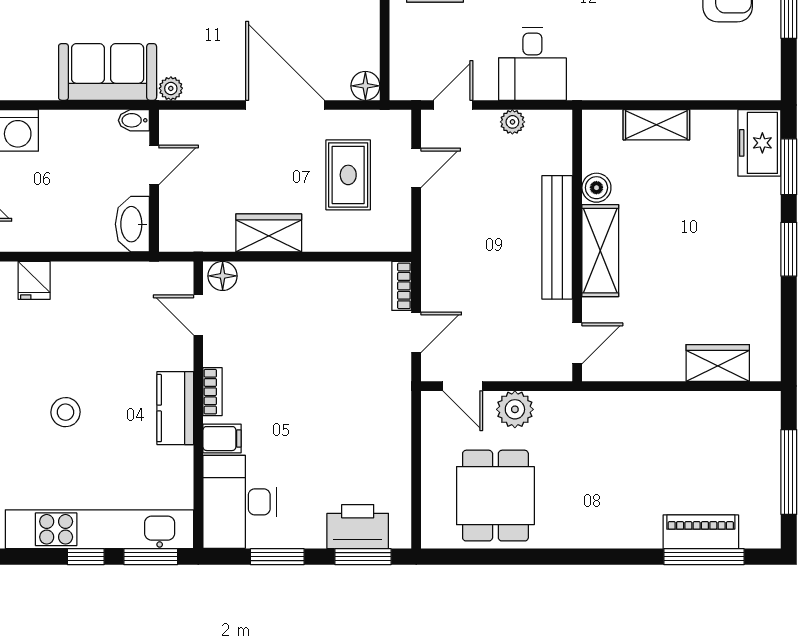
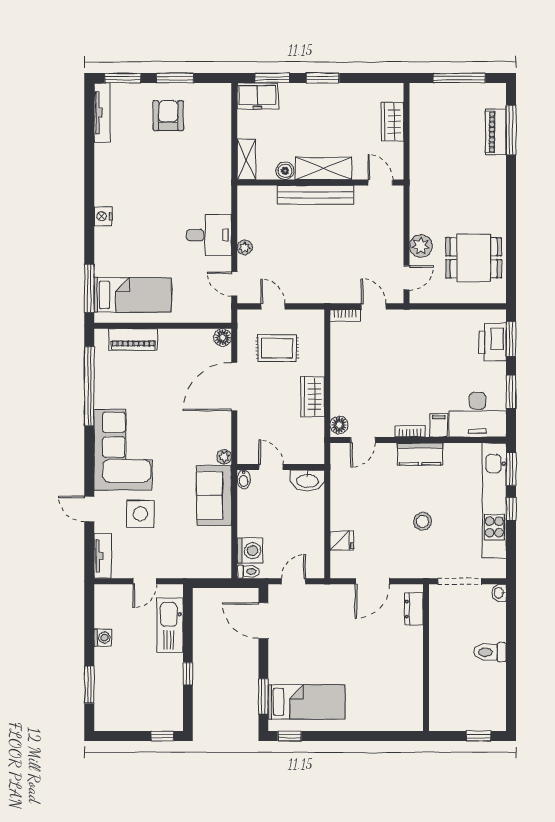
boiler: (596, 188) -> (285, 171), moved
bench: (557, 237) -> (315, 195), moved
wall: (577, 246) -> (320, 183), moved
shelving: (600, 251) -> (324, 168), moved
door: (577, 343) -> (380, 183), moved

